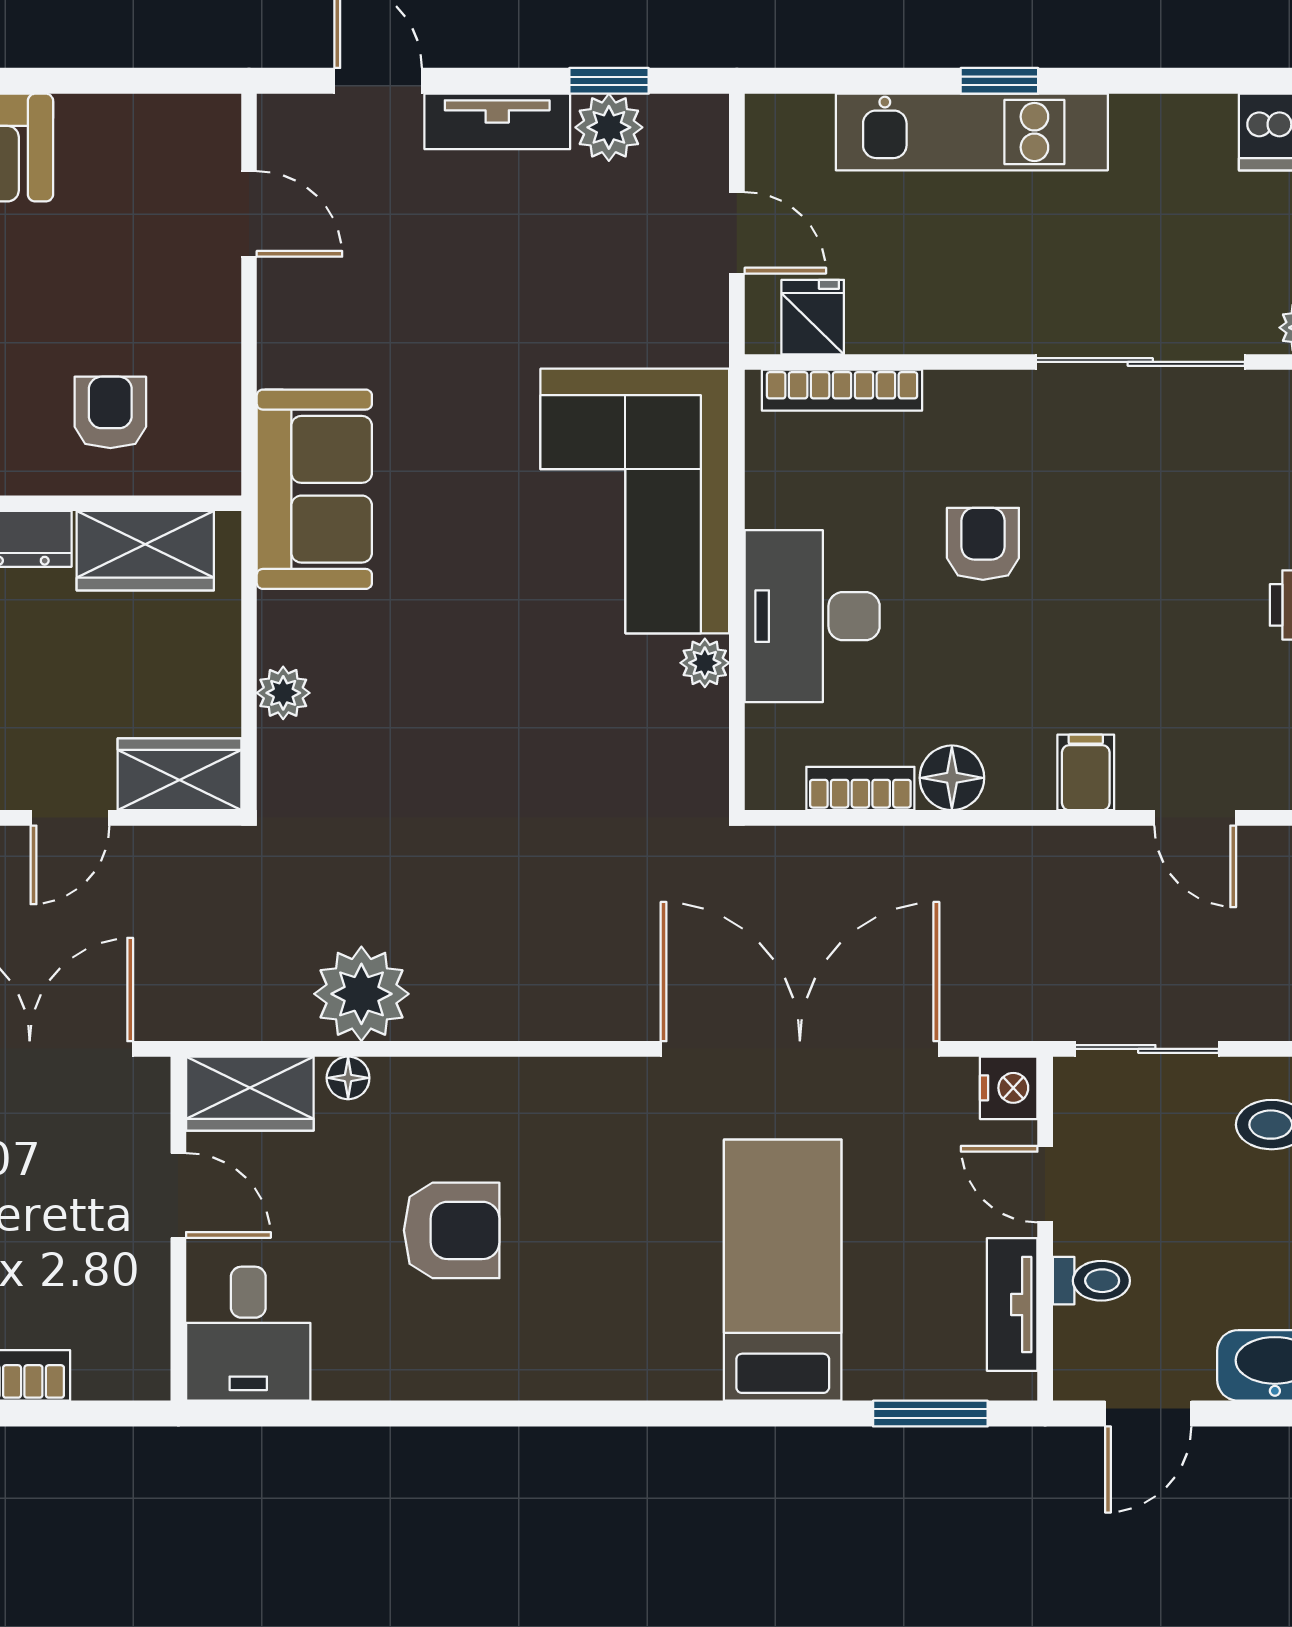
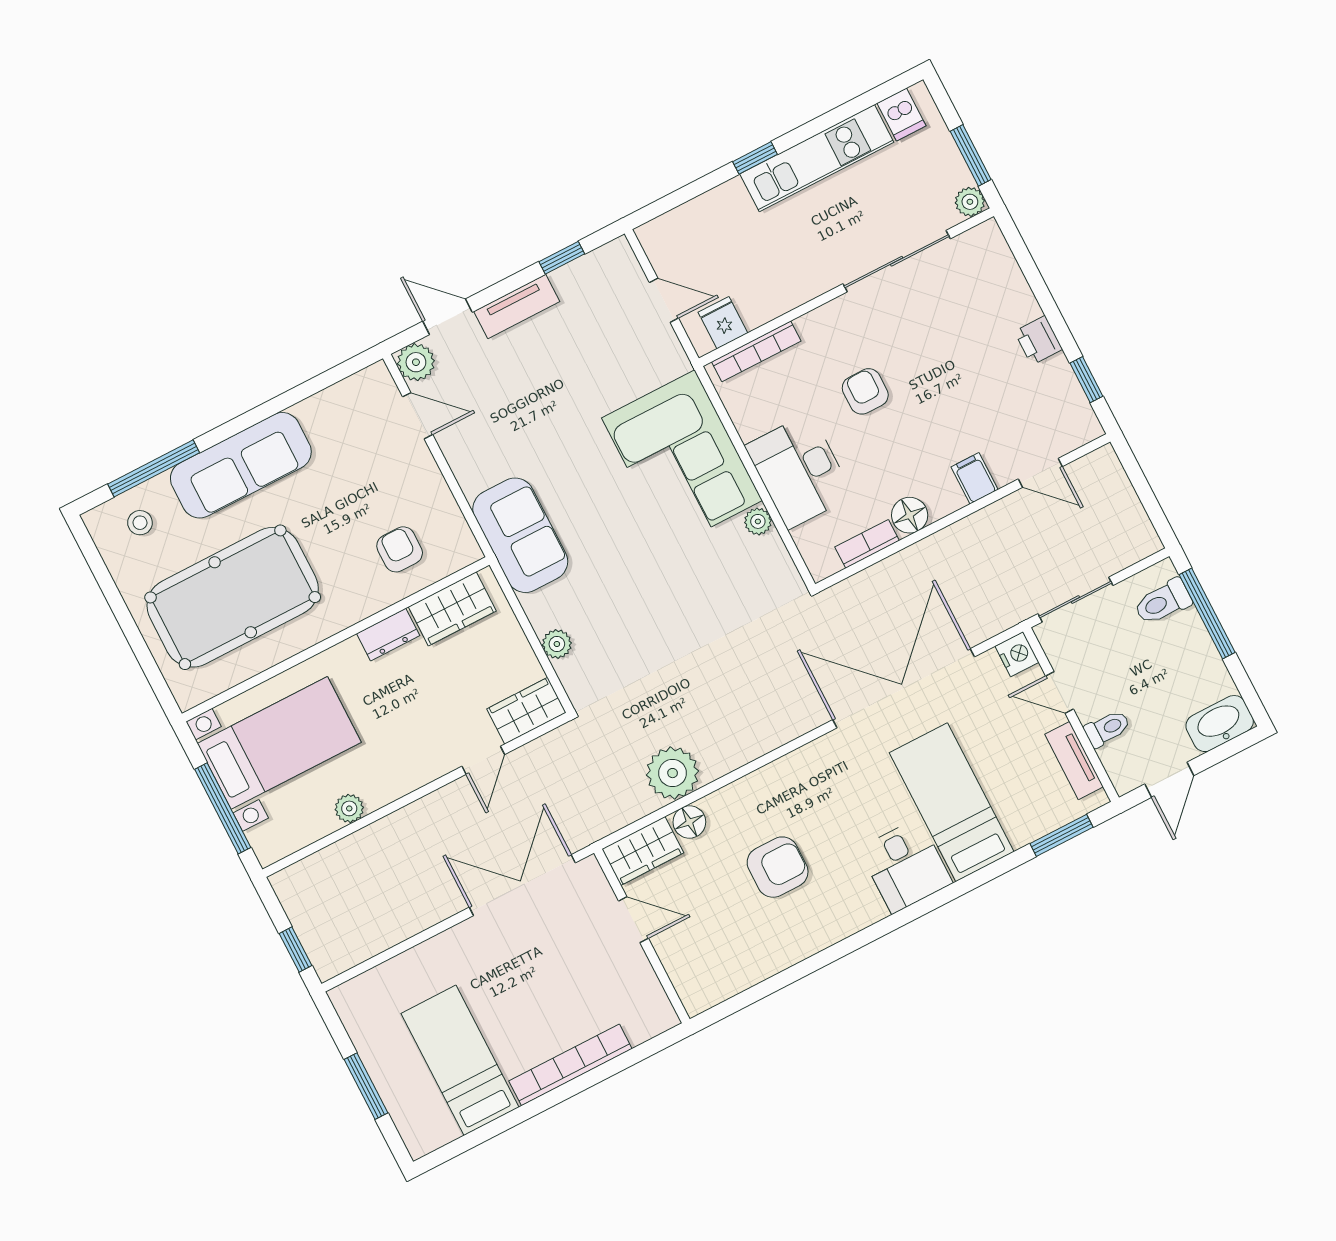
plant: (609, 127) -> (416, 362), moved
kitchen unit: (972, 132) -> (817, 158), moved
floor lamp: (348, 1078) -> (689, 822), width x1.37, depth x1.37
desk: (248, 1334) -> (905, 866), moved

